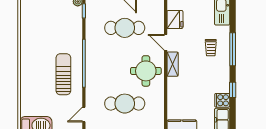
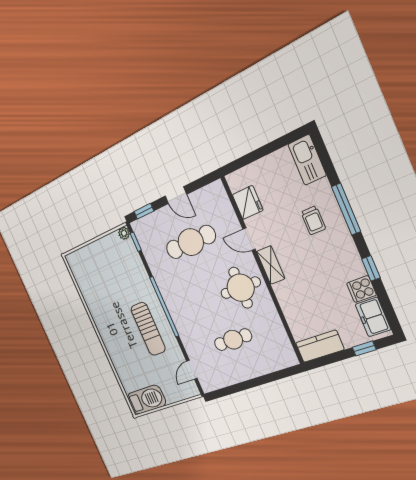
sun lounger: (63, 74) -> (148, 329), turned 180
cafe table: (125, 104) -> (233, 340), width x0.73, depth x0.74

